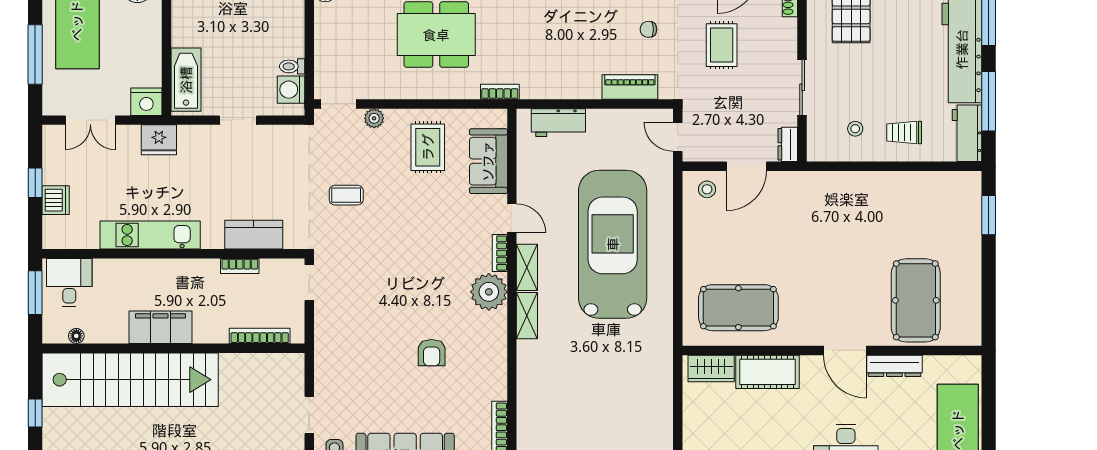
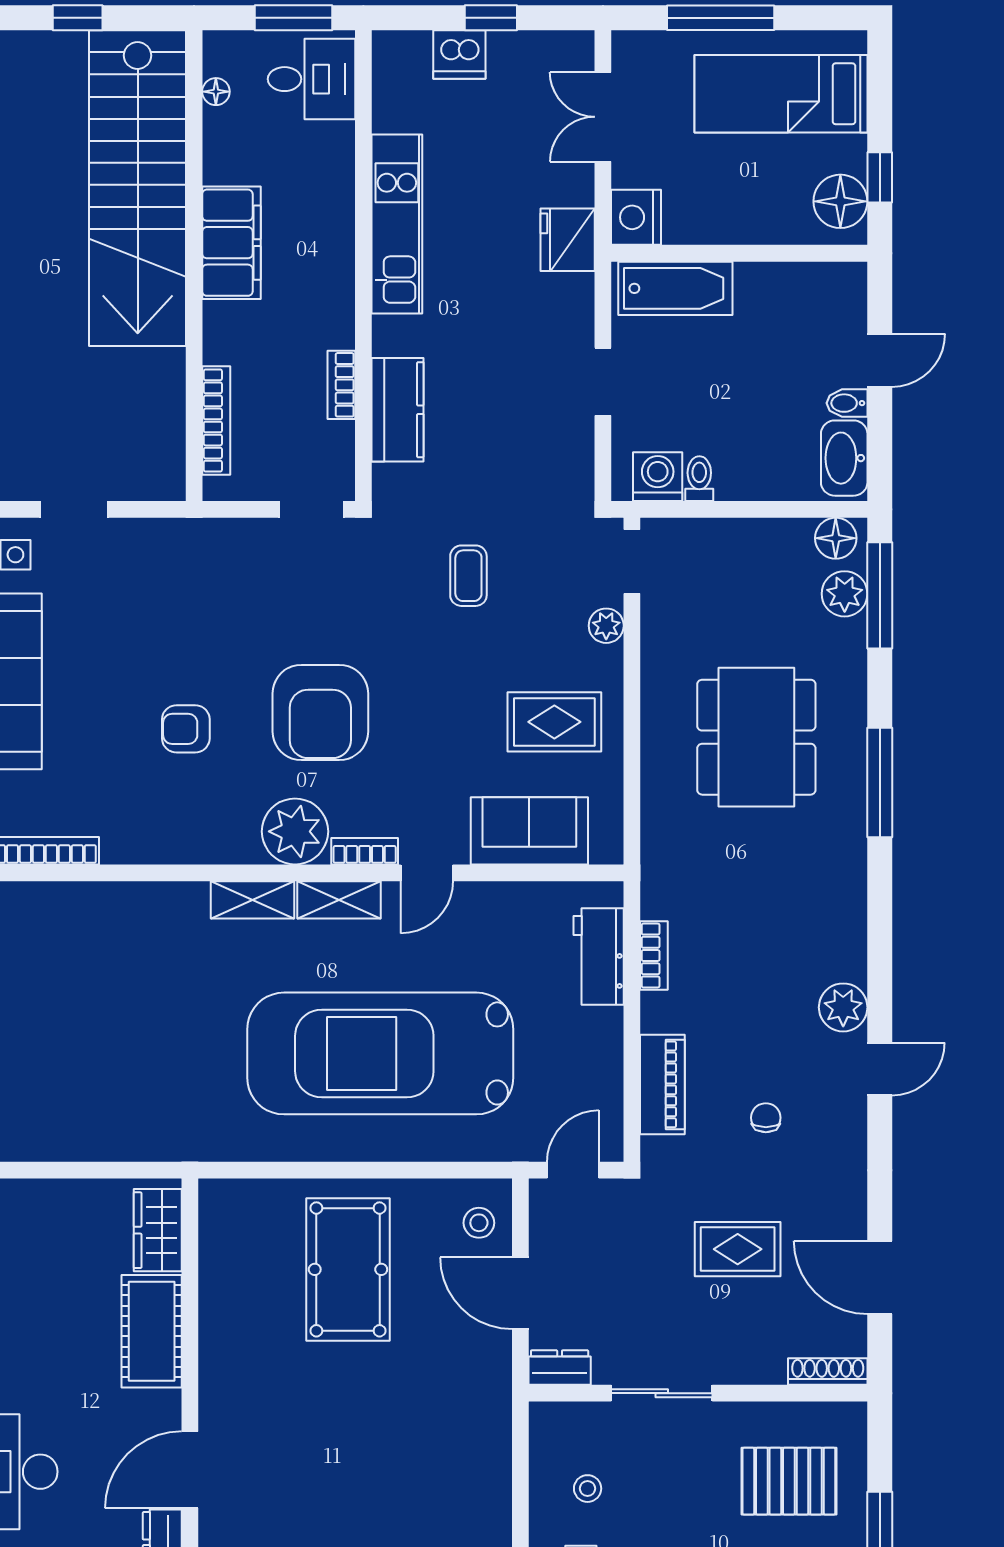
bookcase: (500, 92) -> (654, 956), moved
car: (613, 244) -> (380, 1053), turned 180
armchair: (422, 278) -> (320, 712), added
pool table: (738, 308) -> (348, 1269), moved

